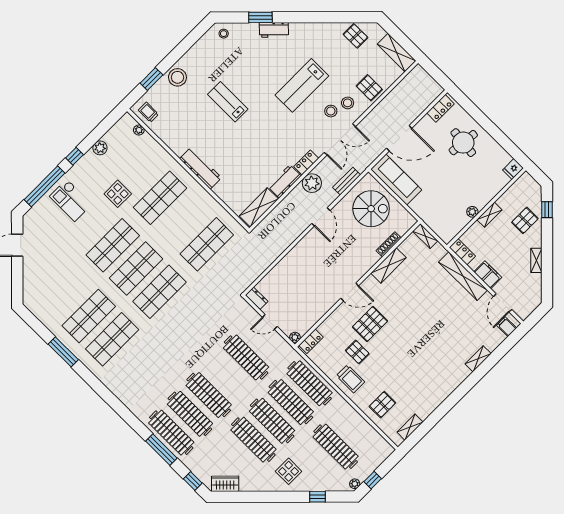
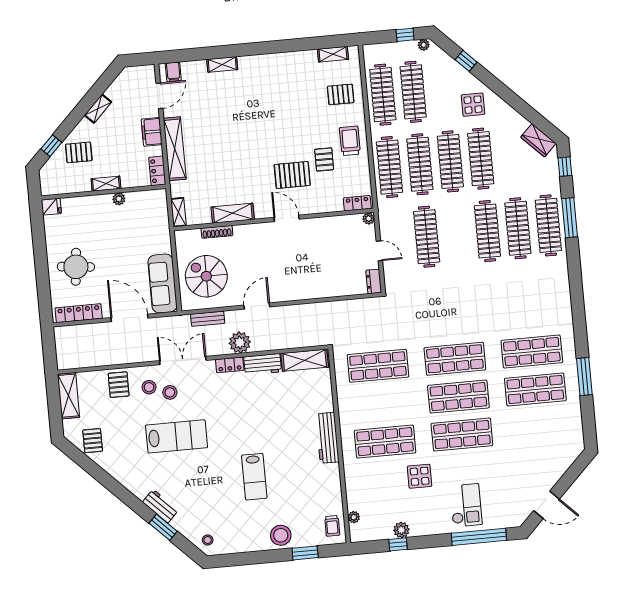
locker: (441, 108) -> (79, 313), width x1.53
window: (75, 156) -> (398, 544), moved
clothes rail: (354, 428) -> (383, 95), added

